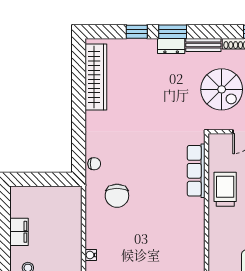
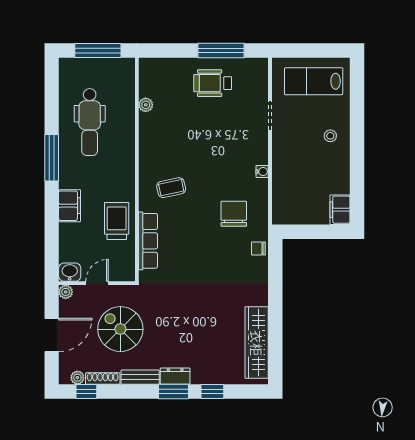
trolley: (225, 189) -> (117, 221), turned 180
coffee table: (175, 220) -> (171, 188), added
filing cabinet: (19, 232) -> (340, 210), moved
water cooler: (91, 255) -> (262, 171), moved

